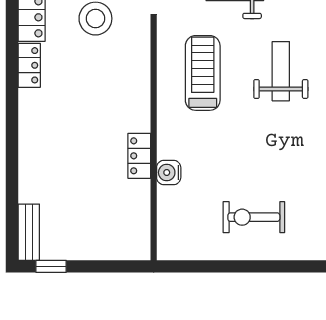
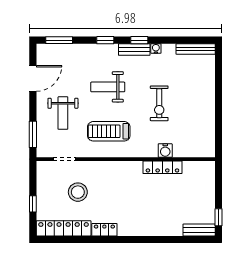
locker: (139, 156) -> (162, 167), width x1.53
exercise bike: (254, 217) -> (159, 103), moved

